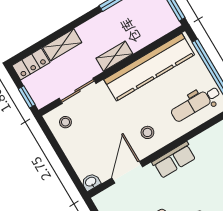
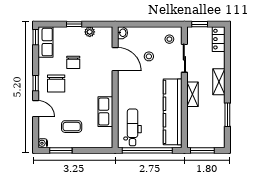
shelving: (62, 45) -> (219, 82), moved
stool: (147, 132) -> (149, 56), moved
row of seats: (174, 160) -> (105, 112), moved

